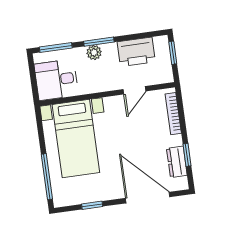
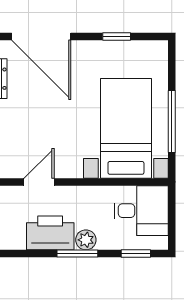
window: (56, 48) -> (136, 254), width x0.67
printer: (136, 52) -> (50, 233), moved
window: (47, 177) -> (172, 121), moved

